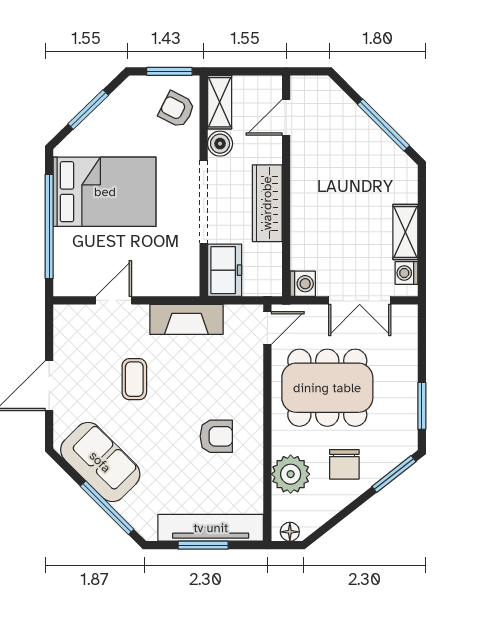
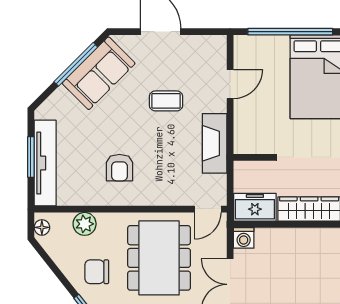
freezer: (225, 270) -> (255, 207), moved, turned 180
door: (114, 300) -> (230, 84), hinge flipped
door: (267, 328) -> (208, 209), hinge flipped
plant: (291, 474) -> (85, 224), width x0.73, depth x0.73
window: (107, 508) -> (76, 64), moved

